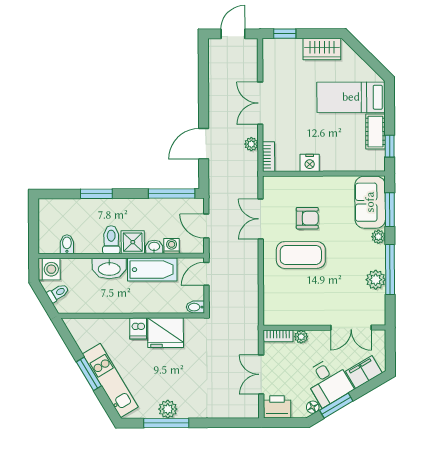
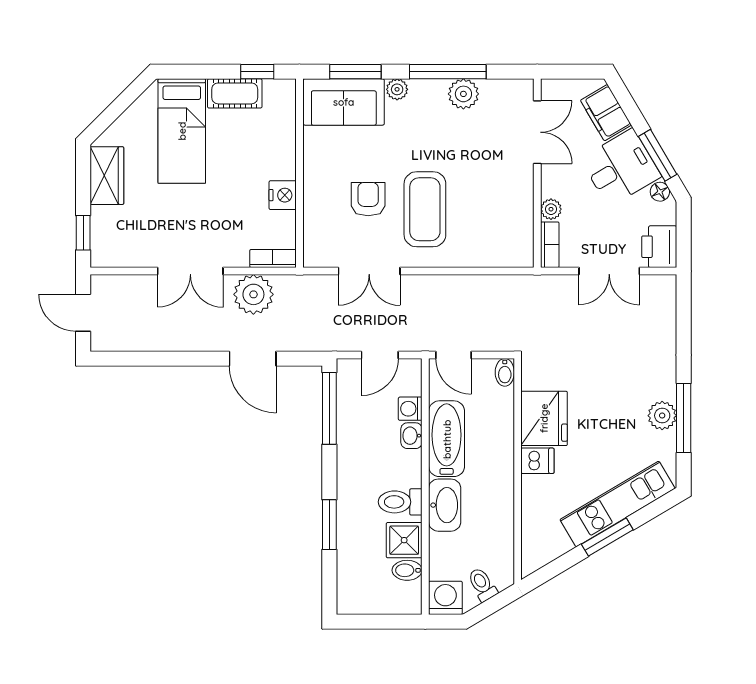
plant: (251, 144) -> (253, 294), width x1.88, depth x1.88
shower: (133, 242) -> (404, 540), moved

